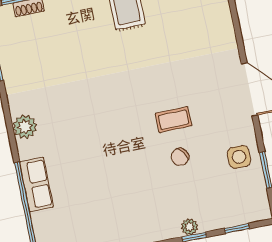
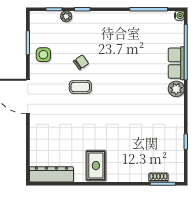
plant: (25, 127) -> (176, 89), moved
plant: (190, 227) -> (66, 16), moved

